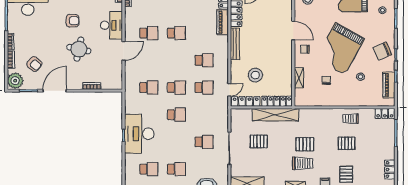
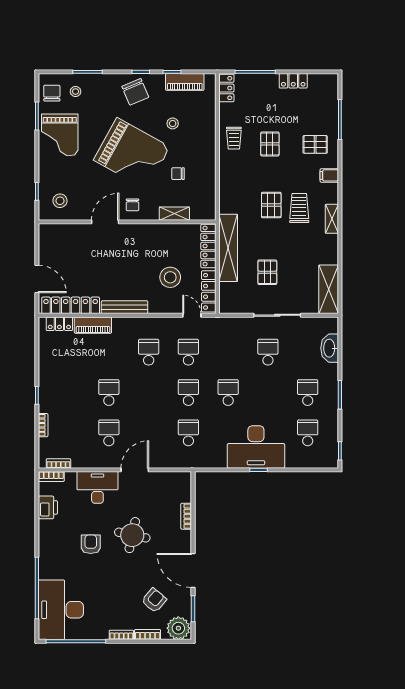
door: (124, 51) -> (135, 470), hinge flipped
locker: (390, 169) -> (293, 81), moved

